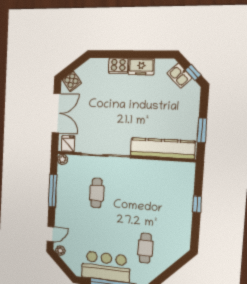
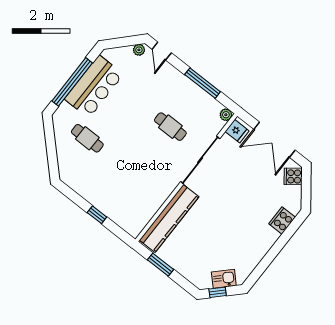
cooker: (118, 66) -> (282, 220), moved
freezer: (141, 67) -> (257, 251), removed

